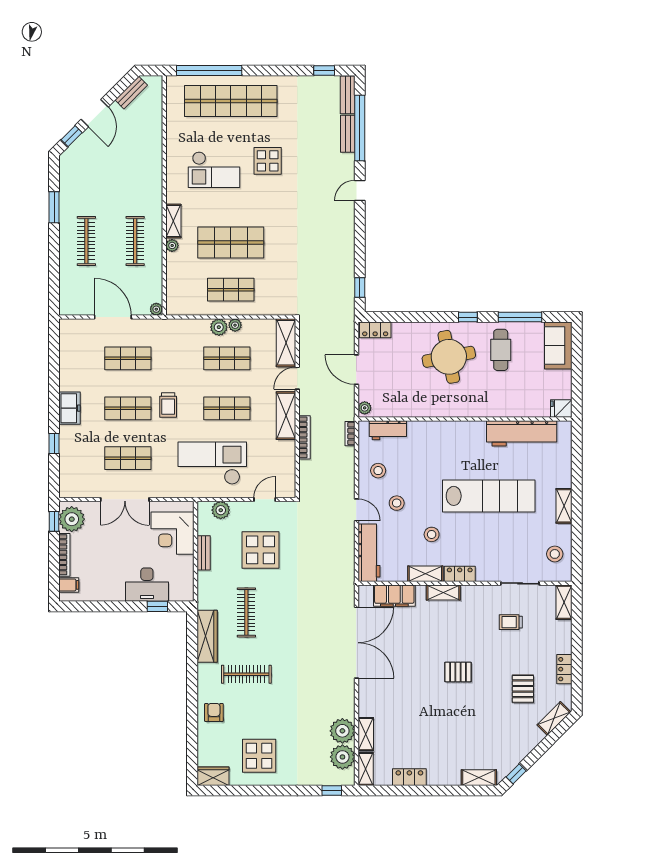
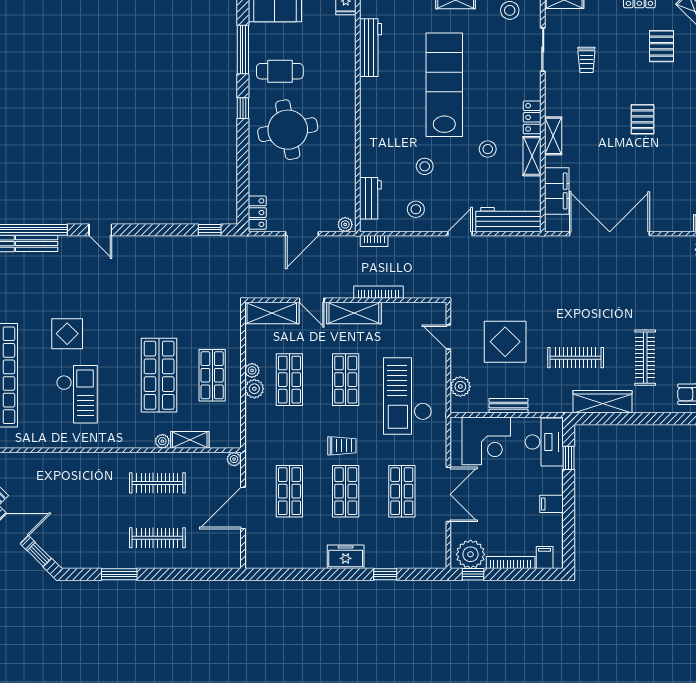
shelving: (173, 221) -> (190, 440), moved
workbench: (522, 433) -> (370, 48), width x0.73, depth x0.76
stool: (397, 503) -> (425, 166), moved
desk: (147, 585) -> (544, 442), moved
filing cabinet: (116, 591) -> (551, 504), added
pallet: (523, 689) -> (662, 46), turned 90

